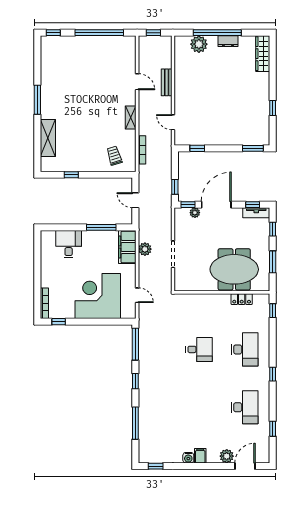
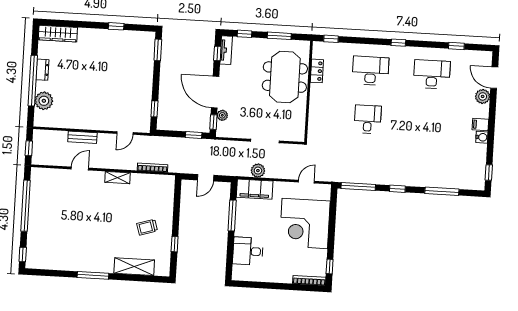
trolley: (114, 156) -> (147, 227), moved

